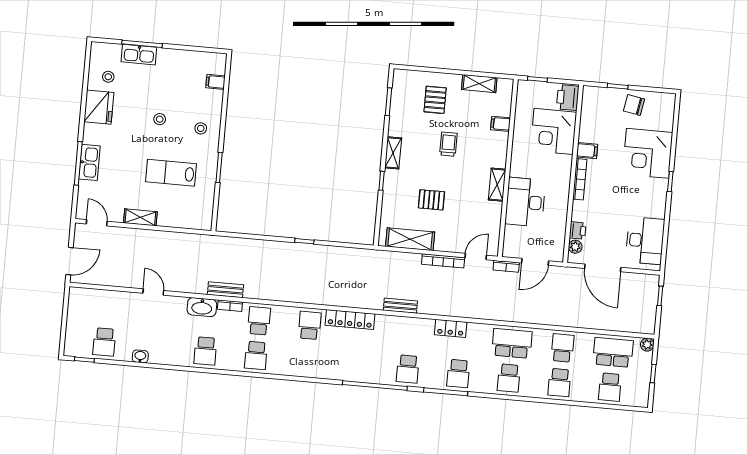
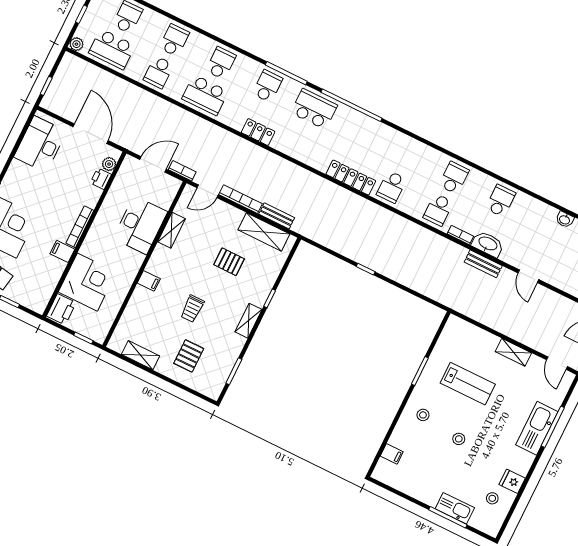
fridge: (99, 107) -> (512, 481), width x0.53, depth x0.75
filing cabinet: (501, 124) -> (149, 281), moved
kitchen sink: (89, 162) -> (537, 428), width x1.36, depth x1.24
shelving: (497, 185) -> (171, 230), moved
bench: (225, 290) -> (483, 264), moved
bench: (400, 306) -> (277, 216), moved
school desk: (408, 369) -> (314, 109), width x1.85

